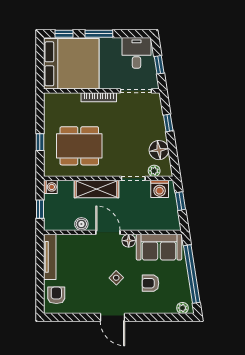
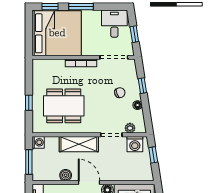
chair: (143, 131) -> (120, 93), added
floor lamp: (159, 150) -> (138, 105), width x0.53, depth x0.53
window: (40, 209) -> (29, 162), width x1.50

